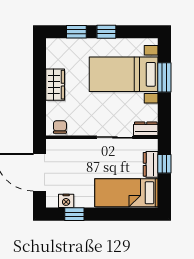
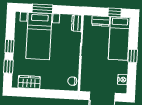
wardrobe: (55, 85) -> (29, 82), moved
window: (164, 164) -> (115, 12), moved
window: (74, 214) -> (133, 56), moved

